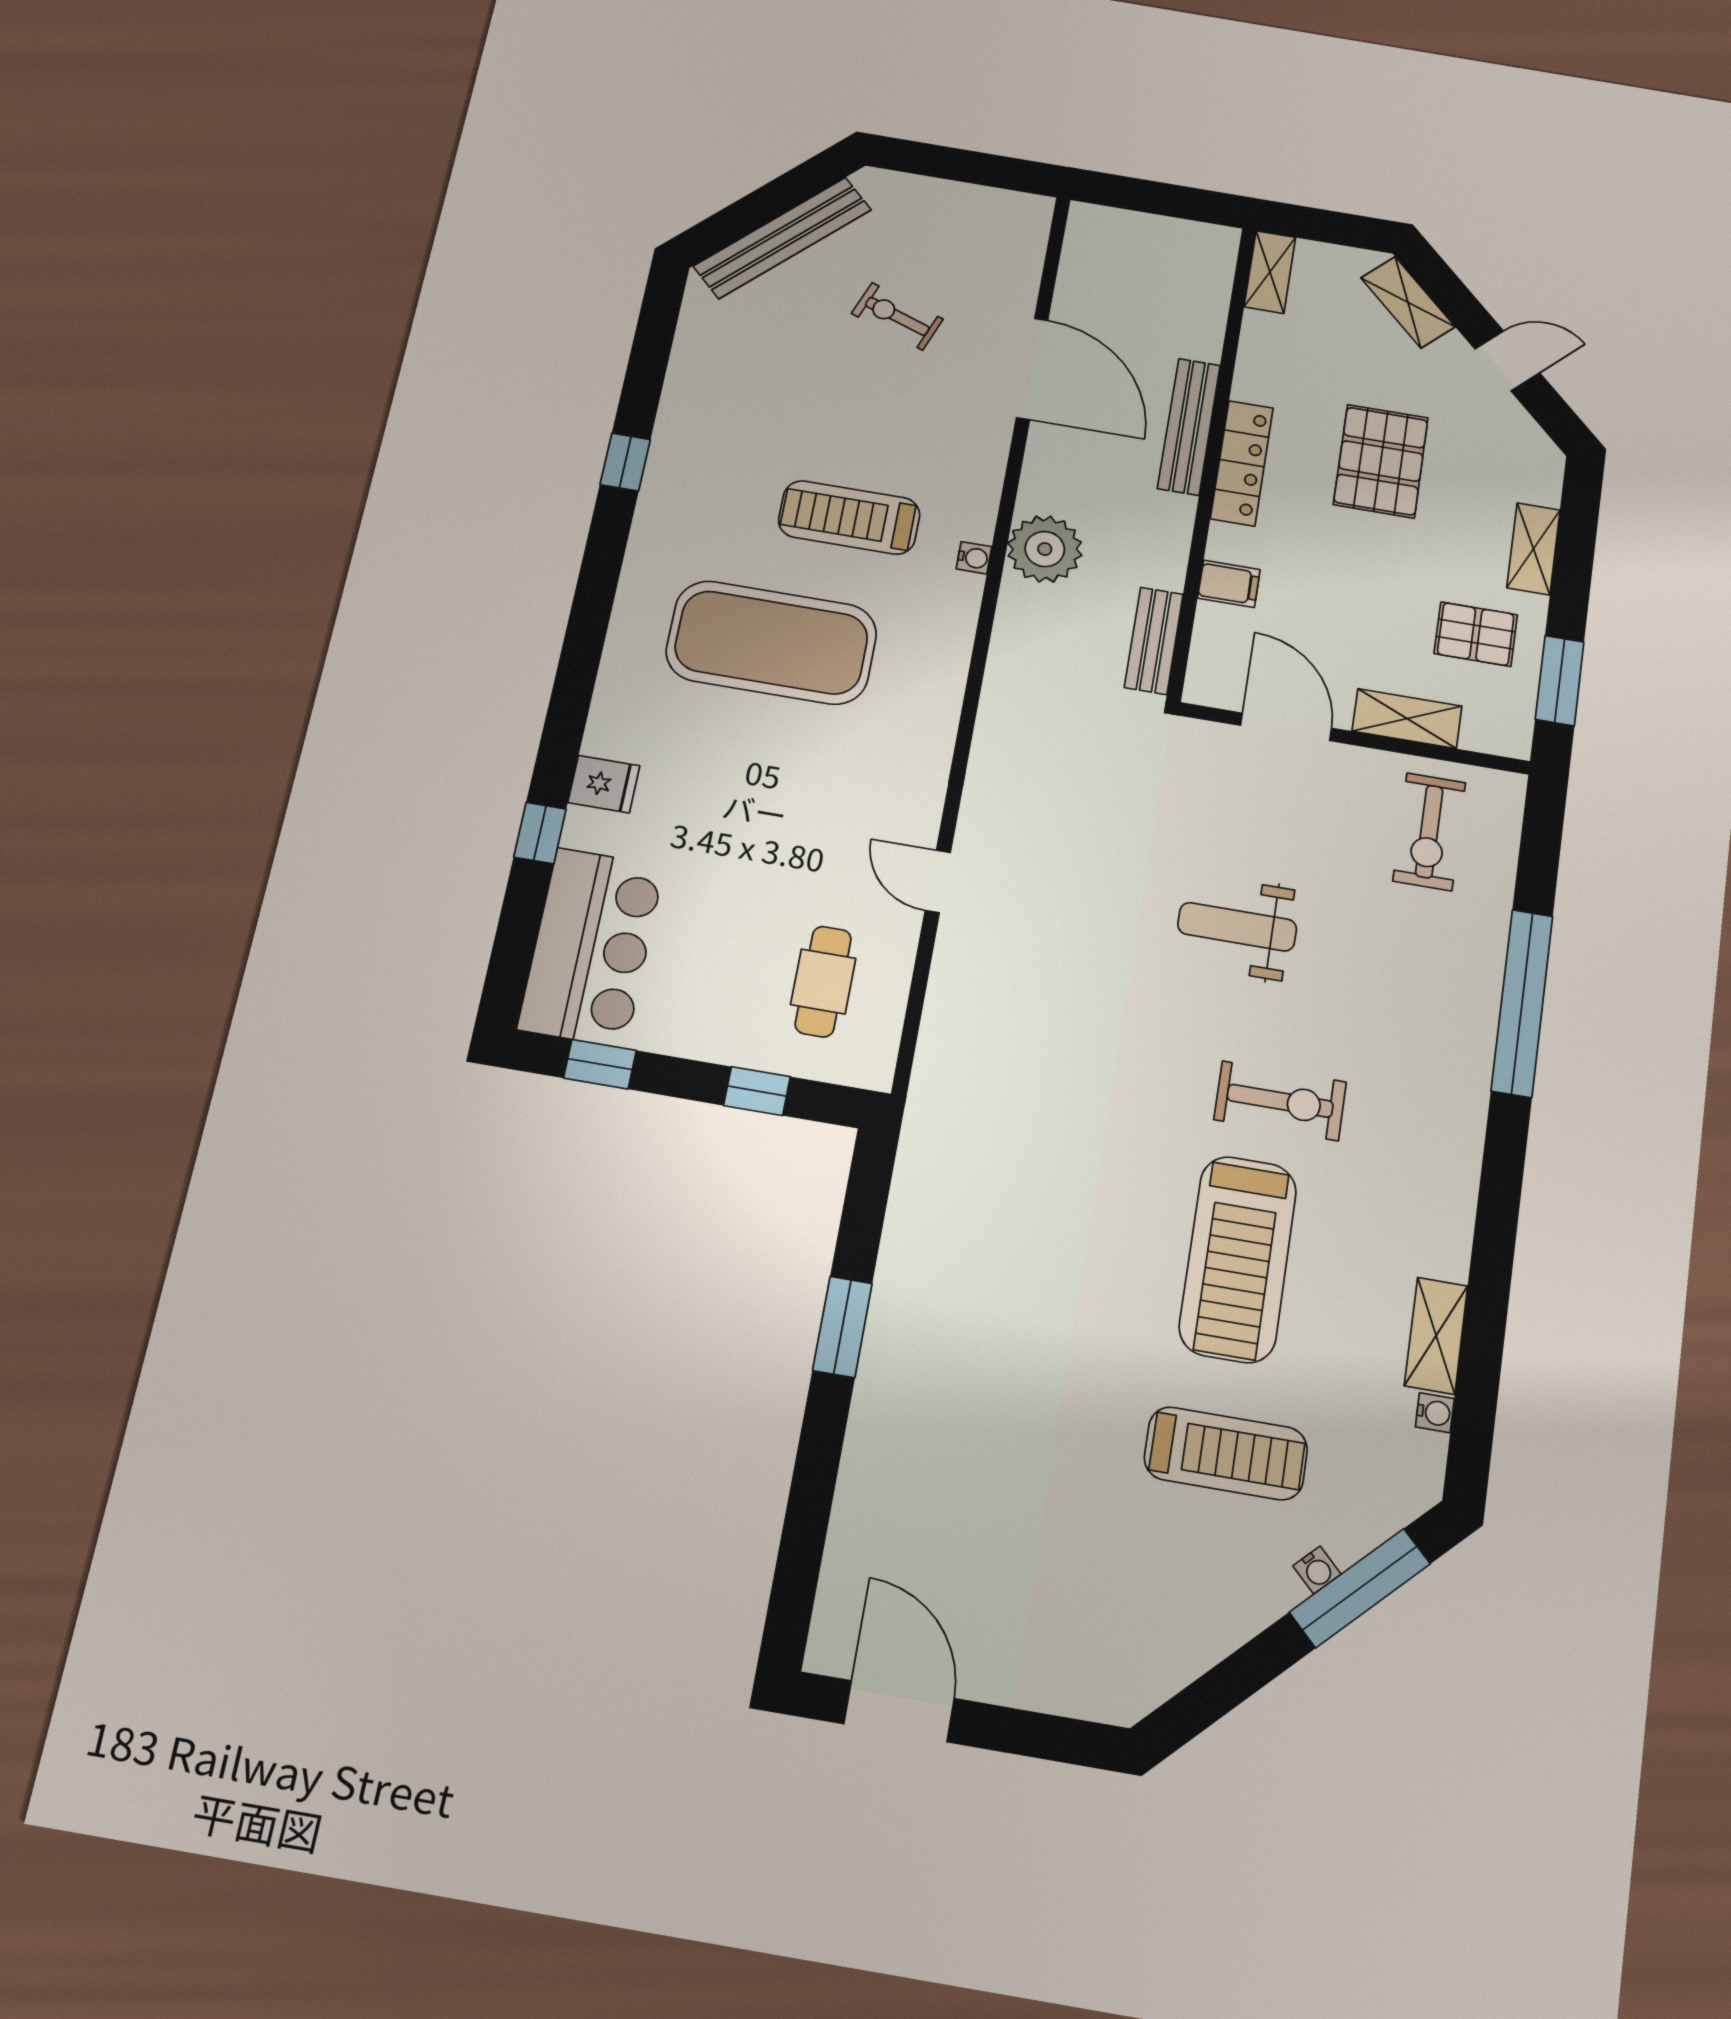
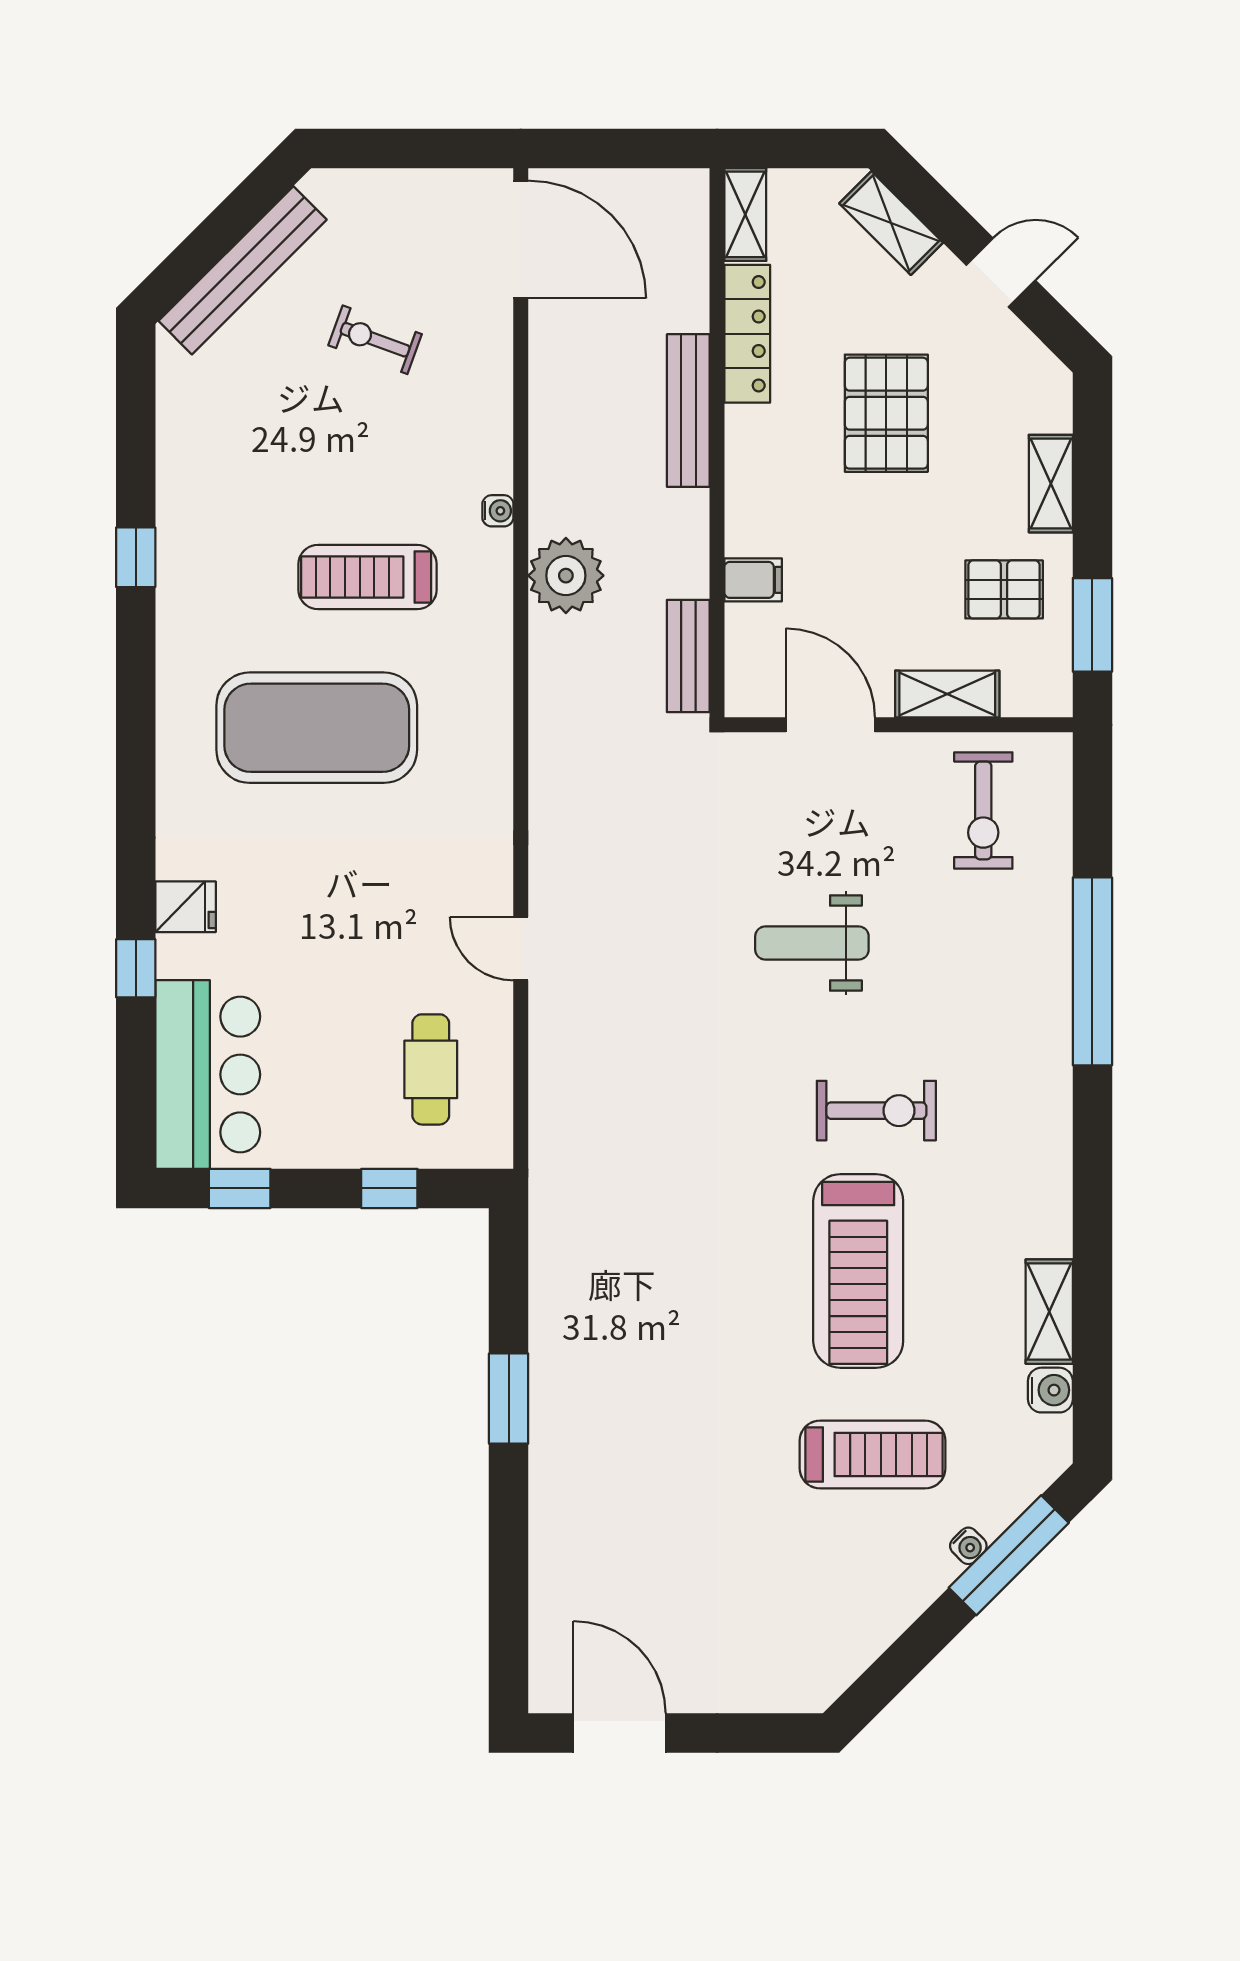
door: (1032, 369) -> (521, 240), moved
locker: (1242, 463) -> (747, 334), moved
water cooler: (974, 558) -> (498, 511), moved
water cooler: (1435, 1413) -> (1050, 1390), width x1.38, depth x1.38

